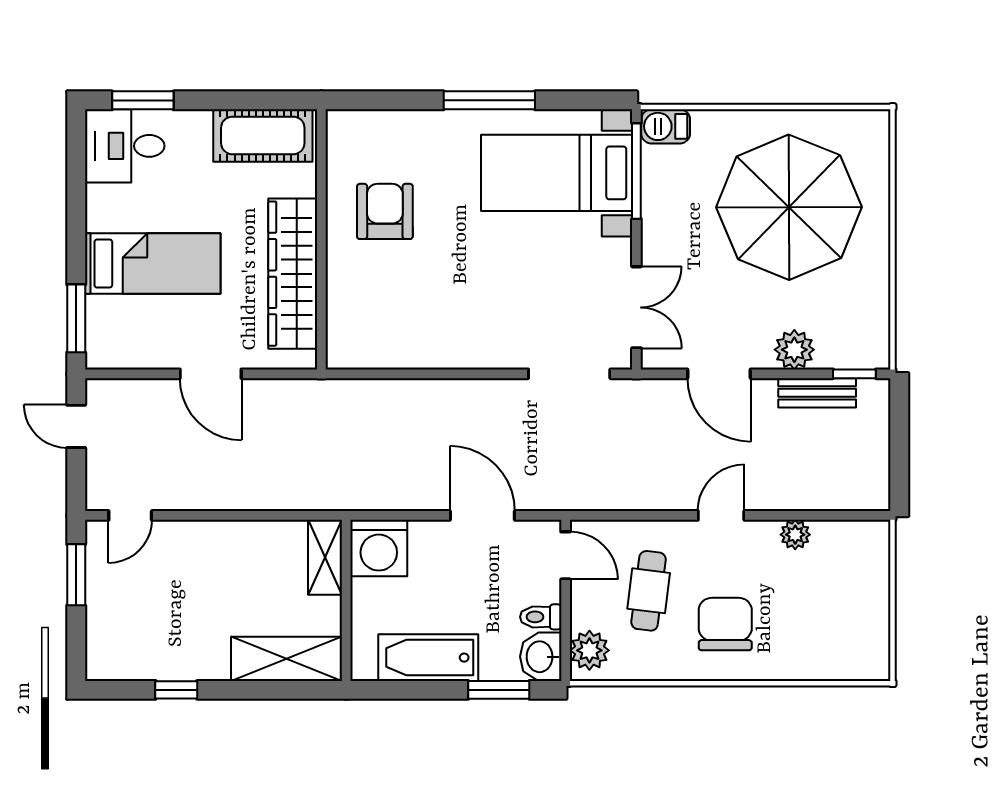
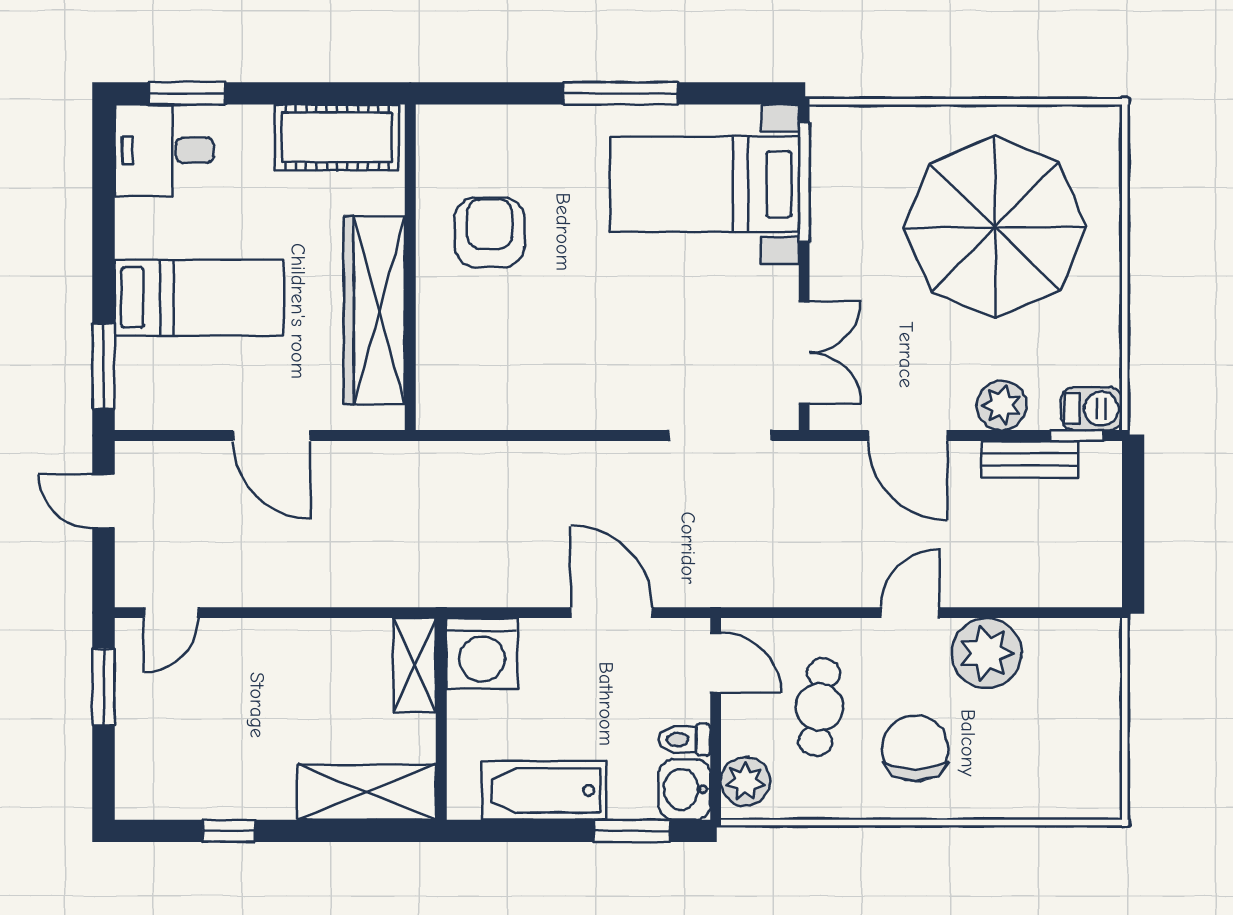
barbecue: (666, 126) -> (1092, 409), moved, turned 180
plant: (795, 535) -> (987, 653), width x1.88, depth x1.88

